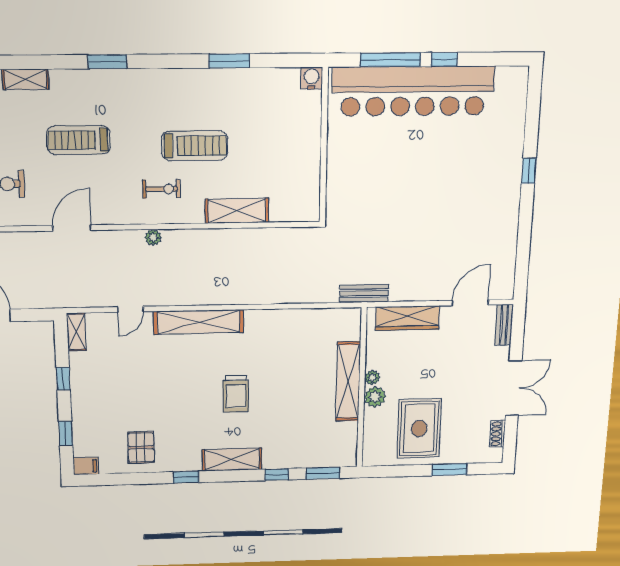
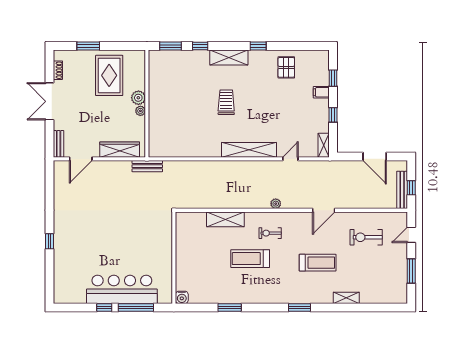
bar counter: (413, 91) -> (122, 289), width x0.73
shelving: (348, 381) -> (156, 109), removed
filing cabinet: (86, 466) -> (321, 92), moved

